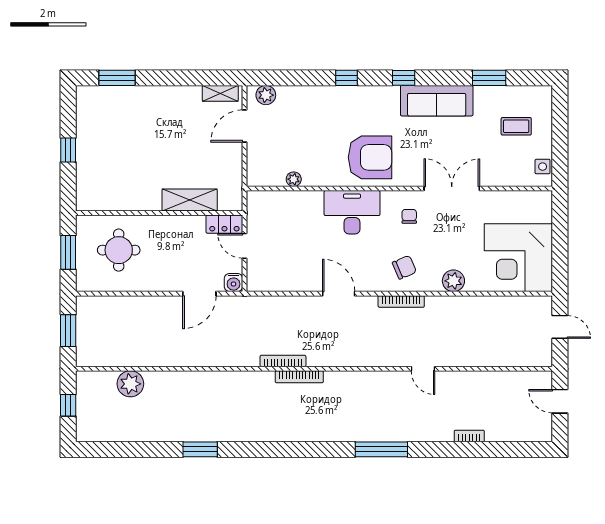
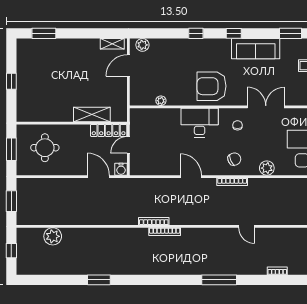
armchair: (370, 157) -> (212, 86), turned 180
locker: (224, 224) -> (109, 130), width x1.53
door: (245, 246) -> (128, 145), hinge flipped
door: (199, 294) -> (98, 177), swing flipped

